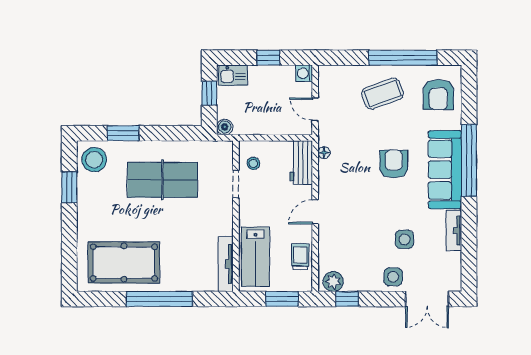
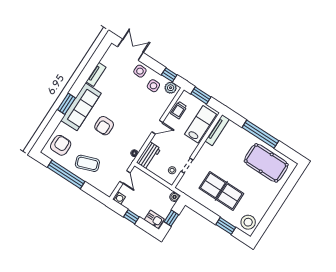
window: (469, 160) -> (66, 104), width x0.47
window: (69, 187) -> (269, 217), removed
side table: (404, 239) -> (153, 86), moved

